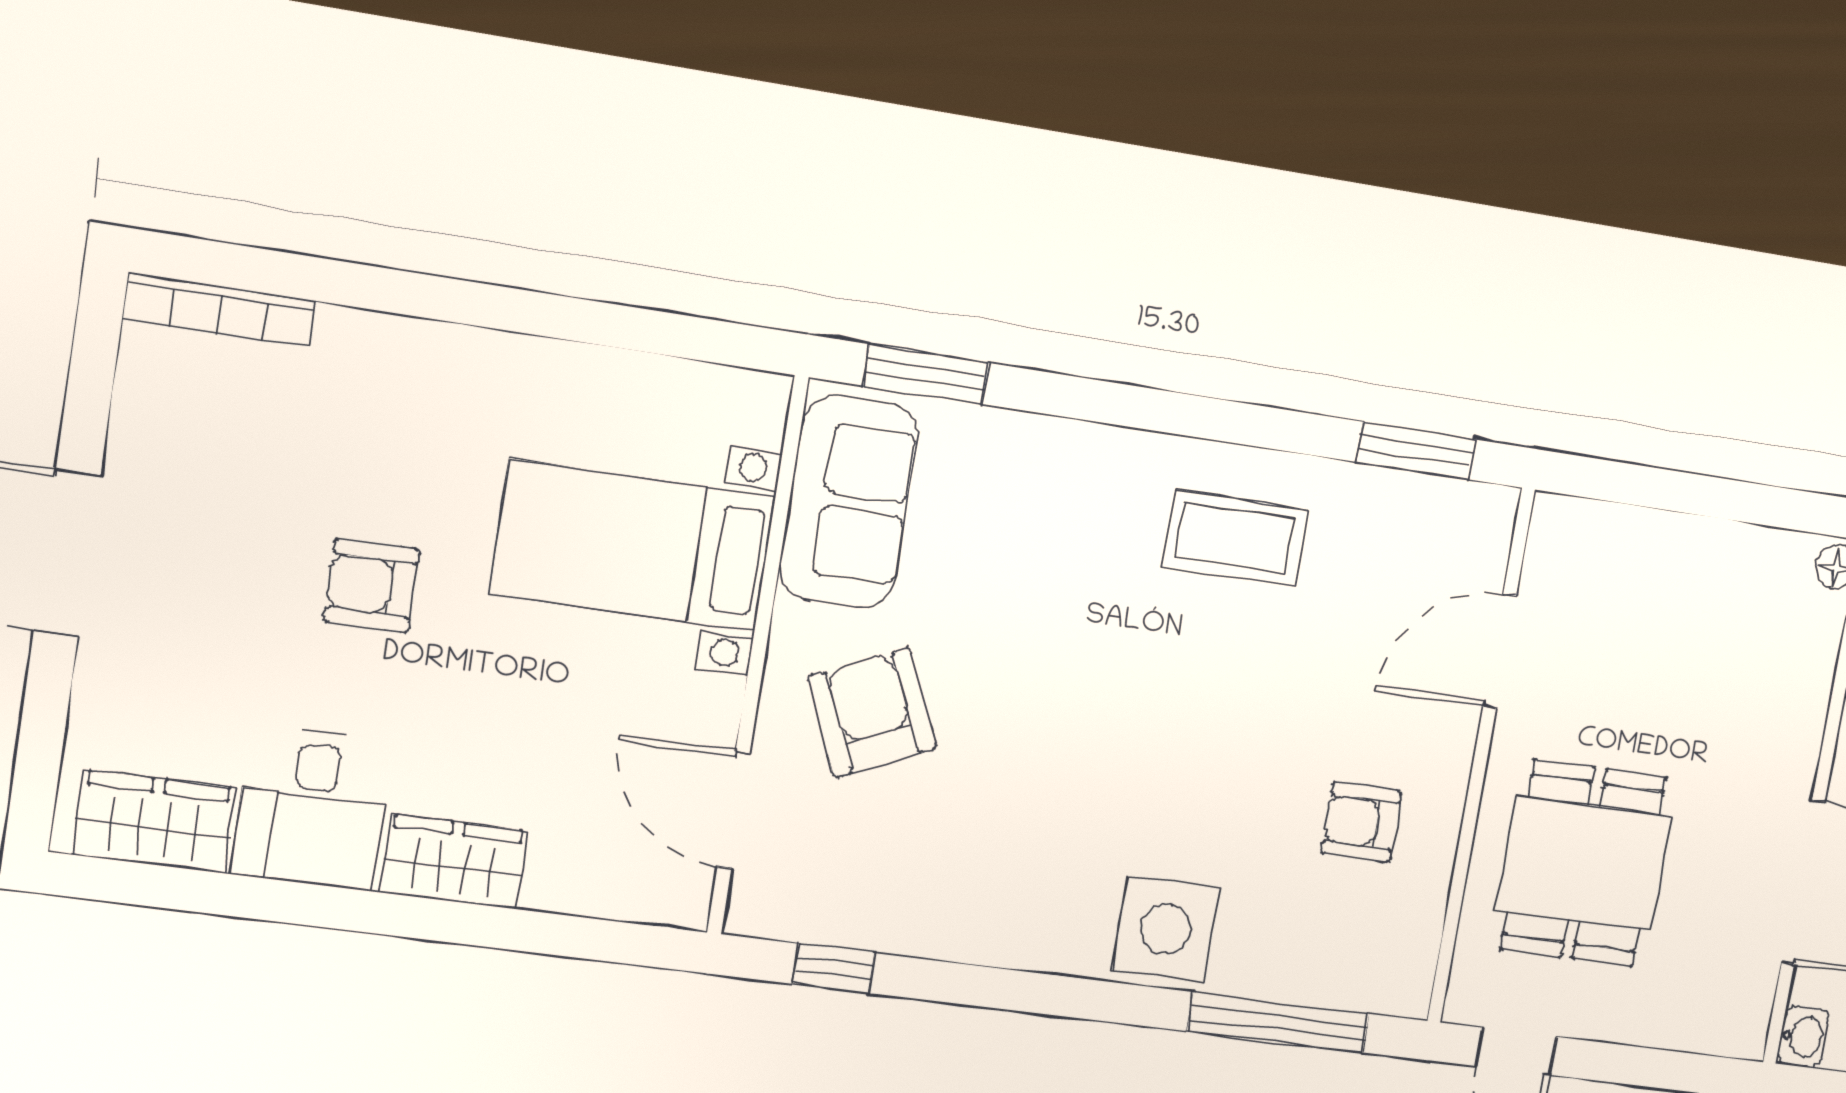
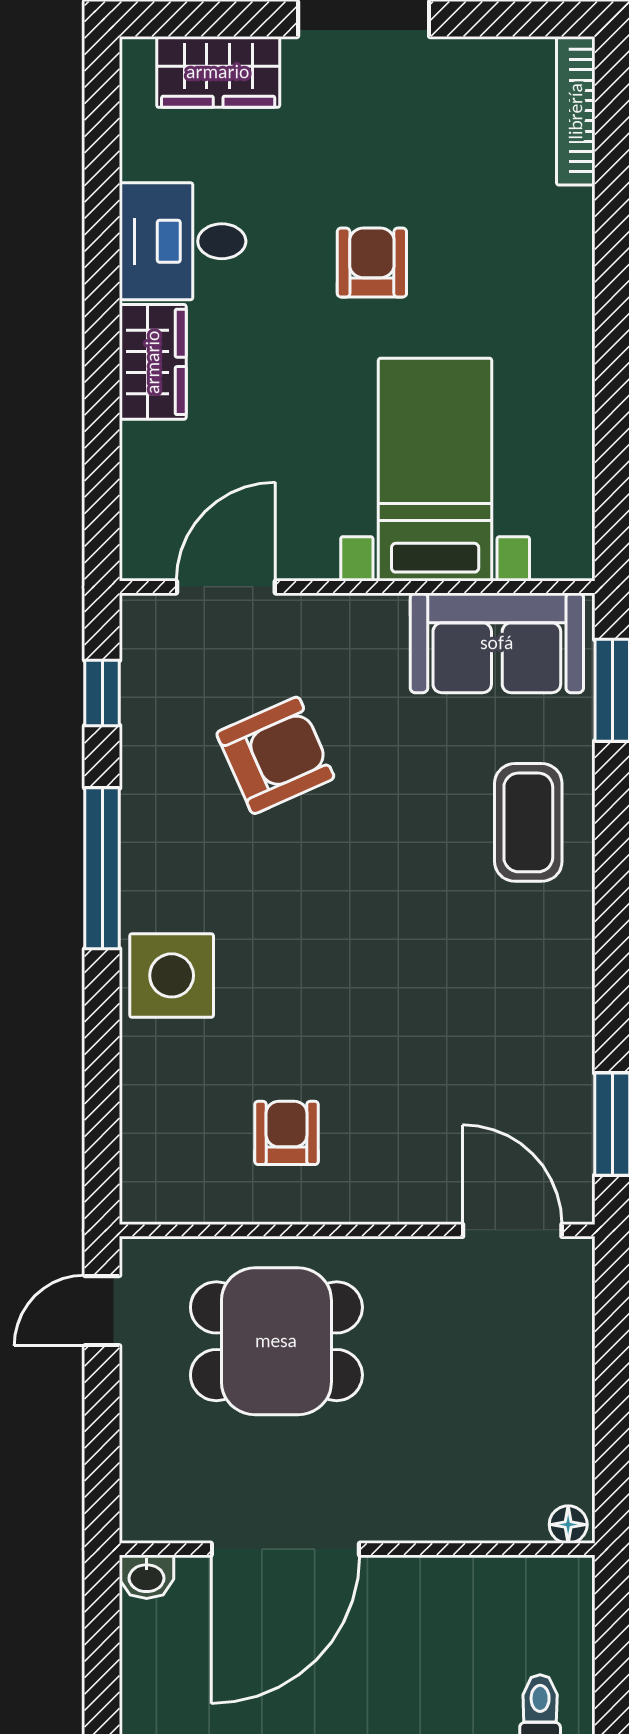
coffee table: (1235, 538) -> (528, 822), moved
door: (1500, 651) -> (512, 1230), moved
armchair: (872, 713) -> (275, 755), moved
wardrobe: (154, 821) -> (218, 72), moved, turned 90
window: (1278, 1022) -> (102, 868), moved

